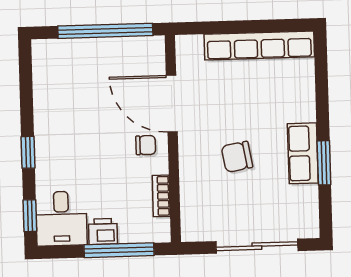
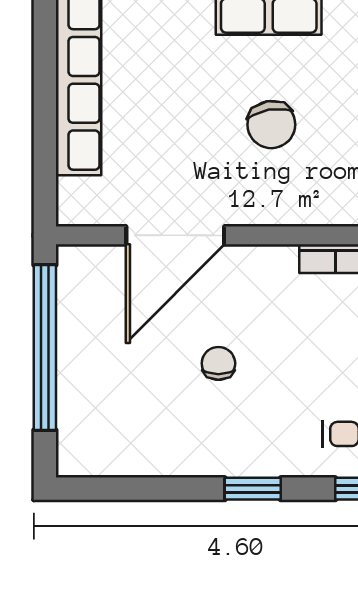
chair: (146, 145) -> (218, 363), moved

